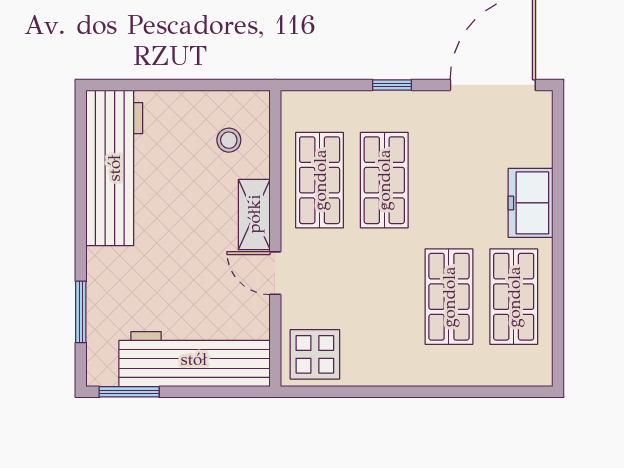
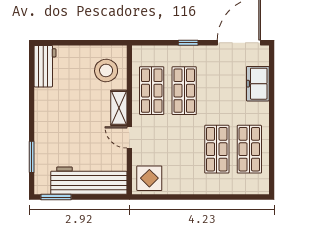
stool: (229, 140) -> (106, 70), width x1.89, depth x1.89
workbench: (114, 168) -> (45, 66), width x0.53, depth x0.76
freezer: (531, 203) -> (258, 84), moved

